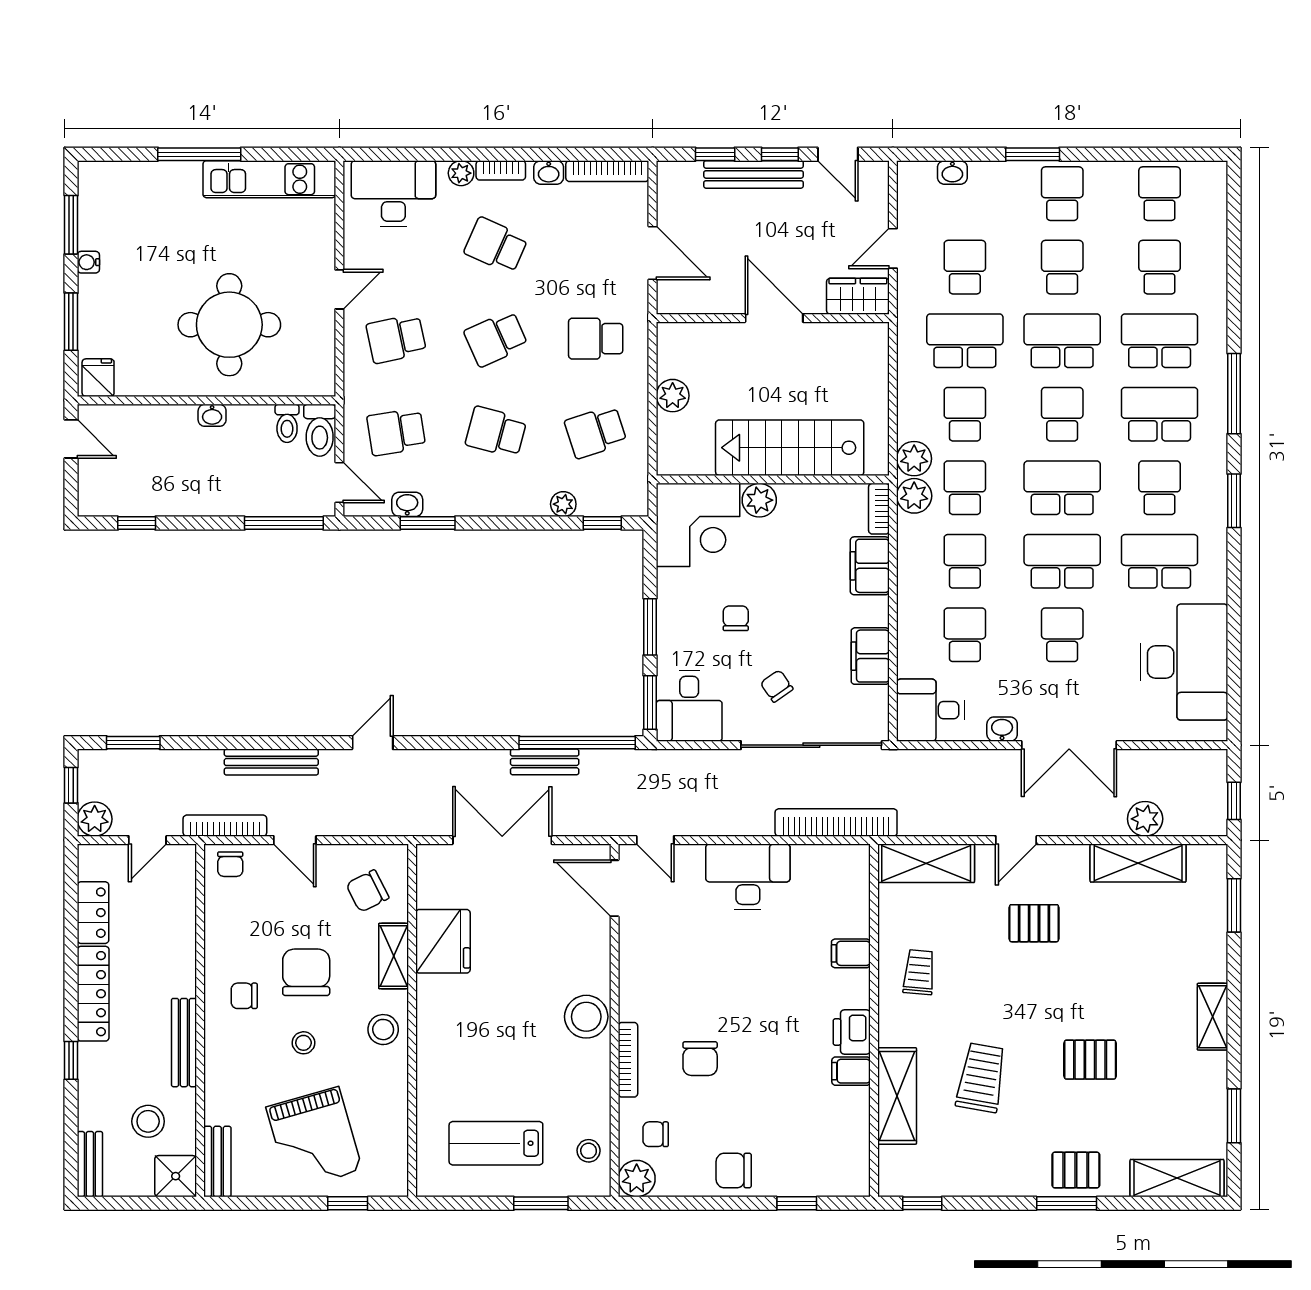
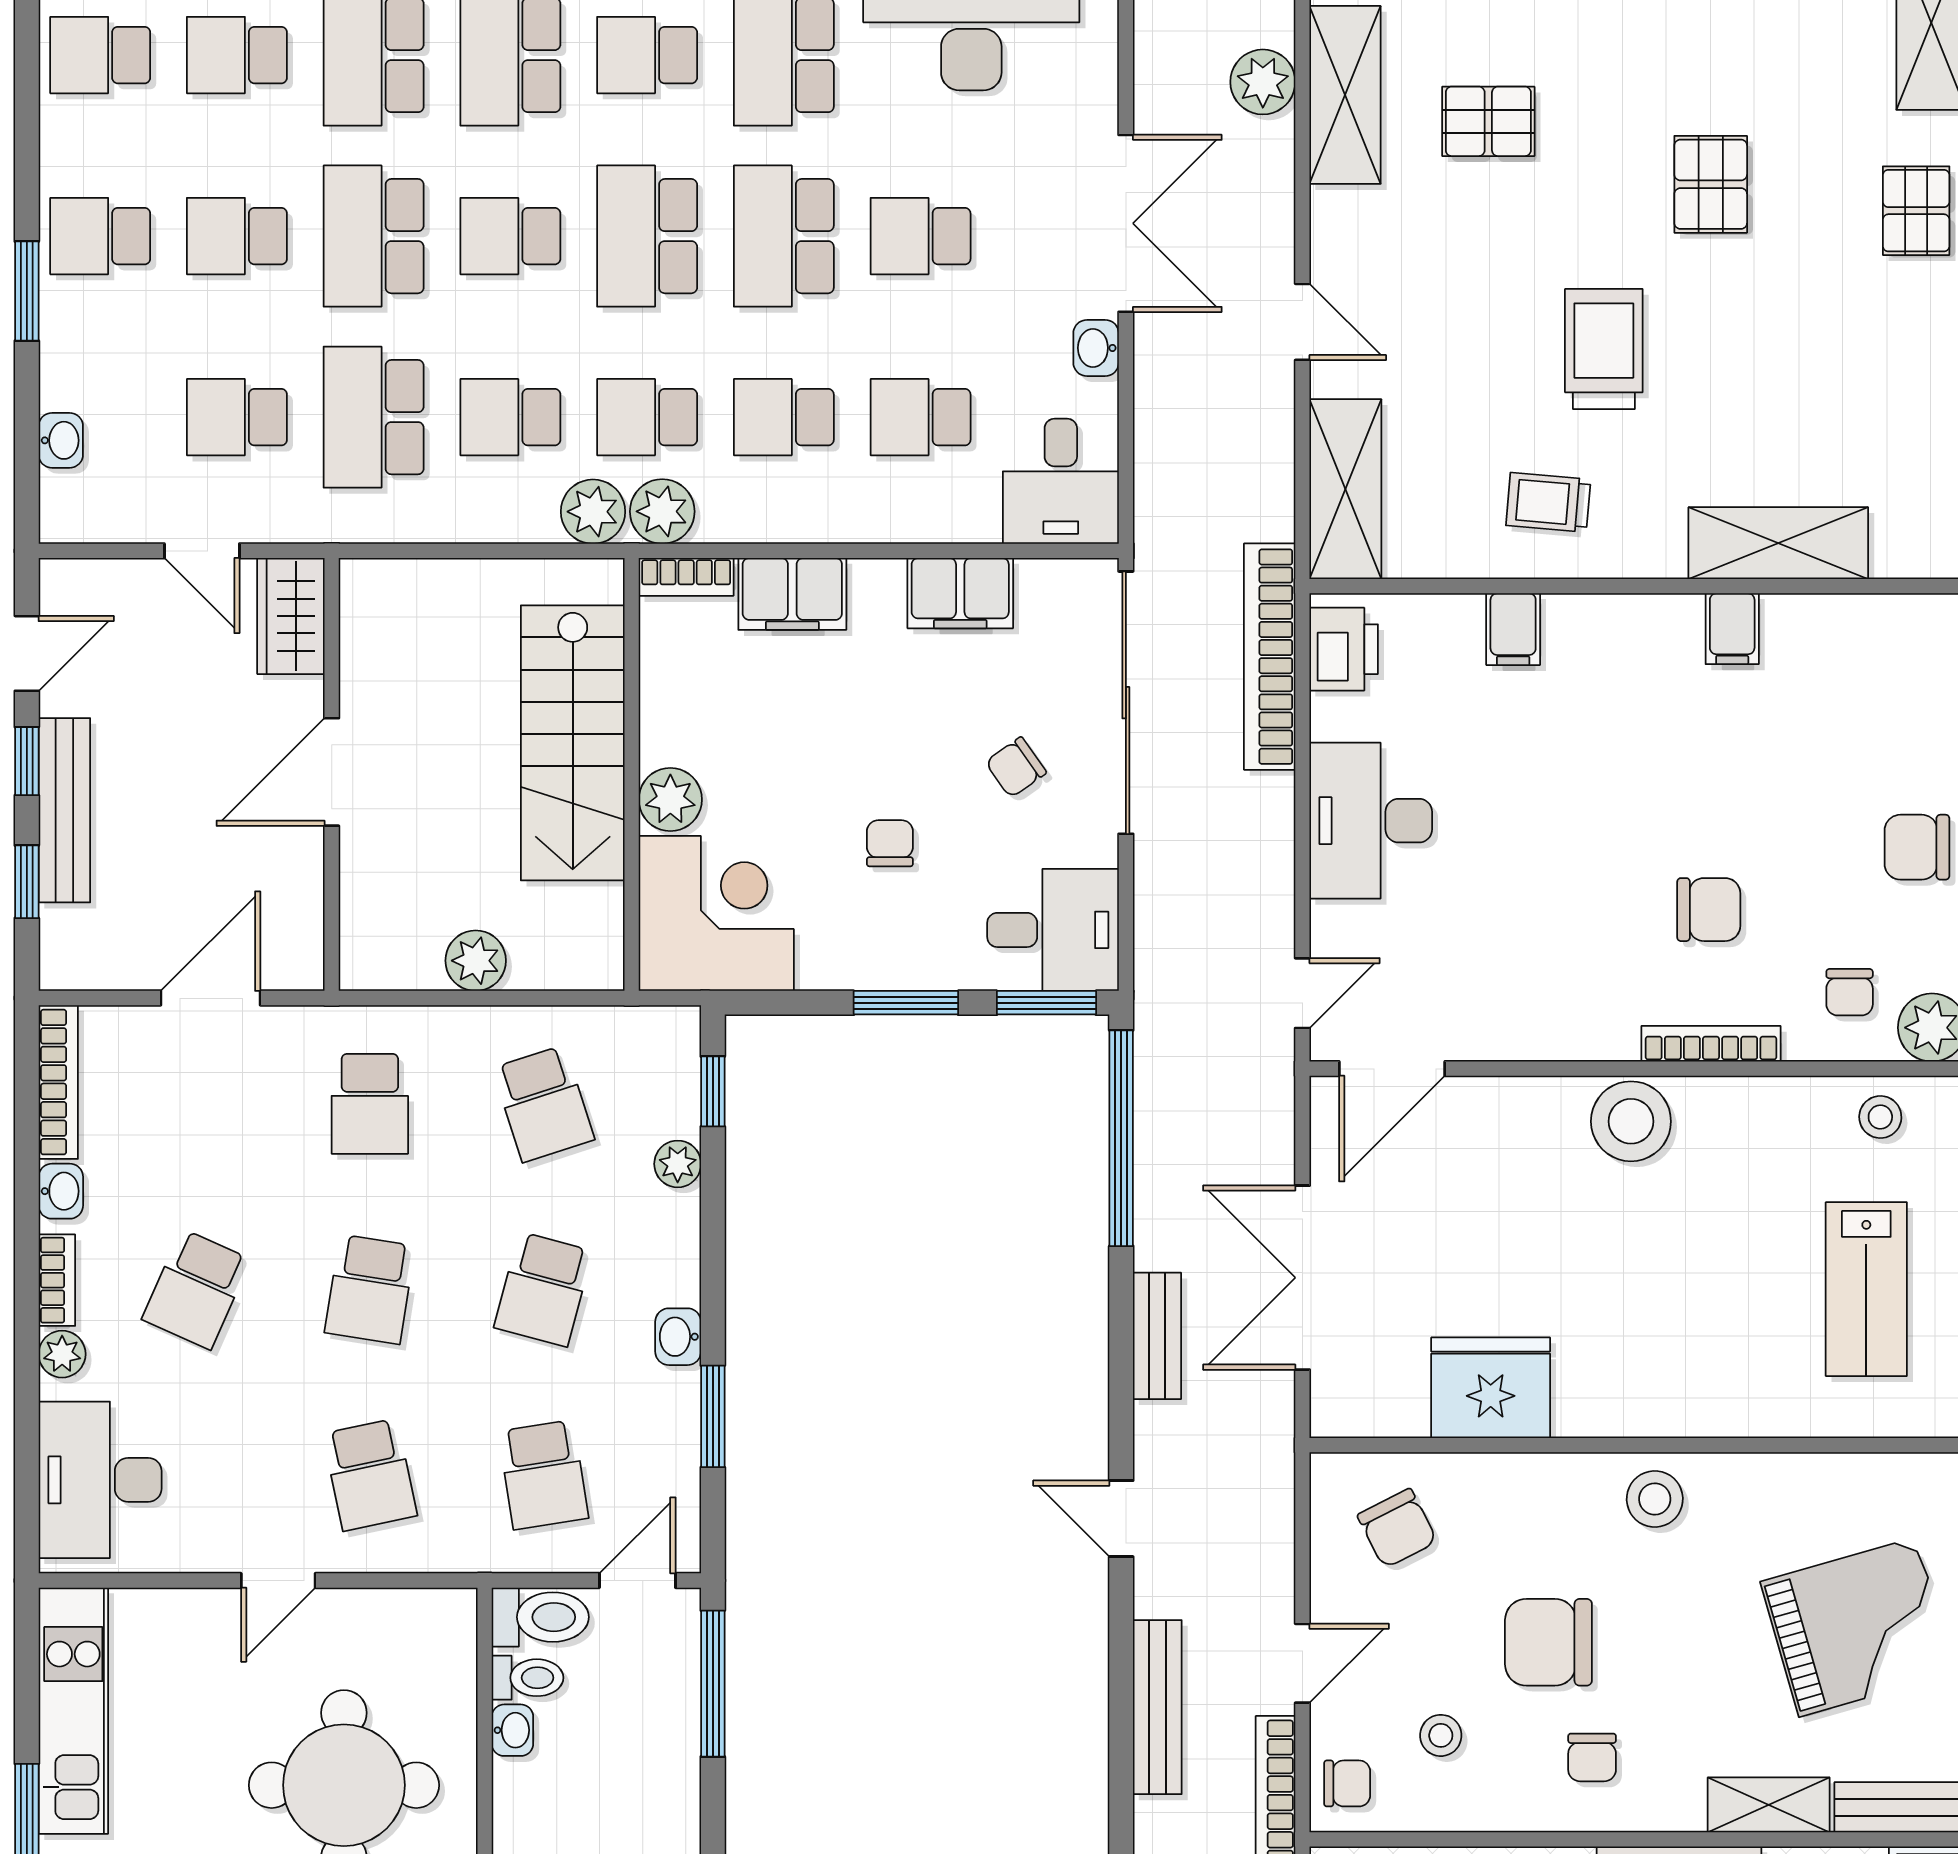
door: (339, 289) -> (278, 1580), swing flipped
school desk: (496, 339) -> (370, 1289), turned 33
washbasin: (212, 415) -> (512, 1730), moved
washbasin: (407, 504) -> (678, 1337), moved
chair: (736, 618) -> (890, 843), turned 90
bench: (545, 762) -> (1157, 1336), moved
pallet: (1034, 923) -> (1488, 121), moved, turned 90
shelving: (394, 956) -> (1769, 1805), moved
printer: (852, 1032) -> (1344, 649), moved, turned -90
stool: (303, 1043) -> (1441, 1735), moved
trolley: (981, 1078) -> (1604, 349), moved, turned 80
chair: (734, 1170) -> (1917, 847), turned 90

